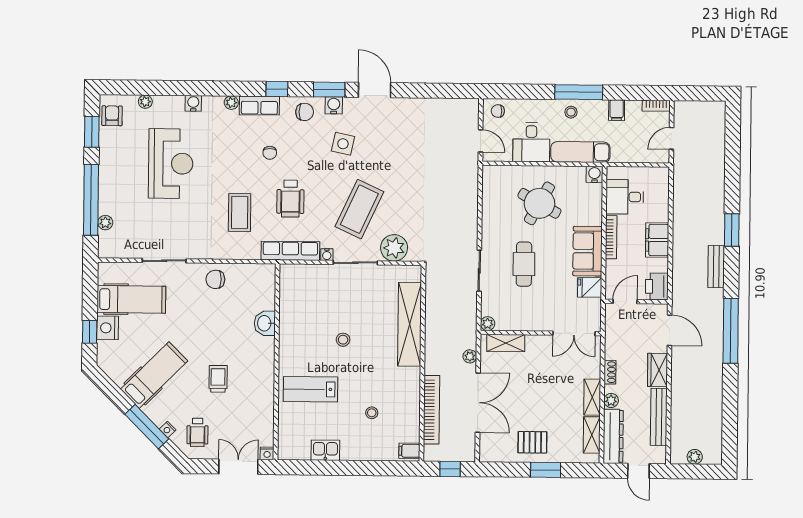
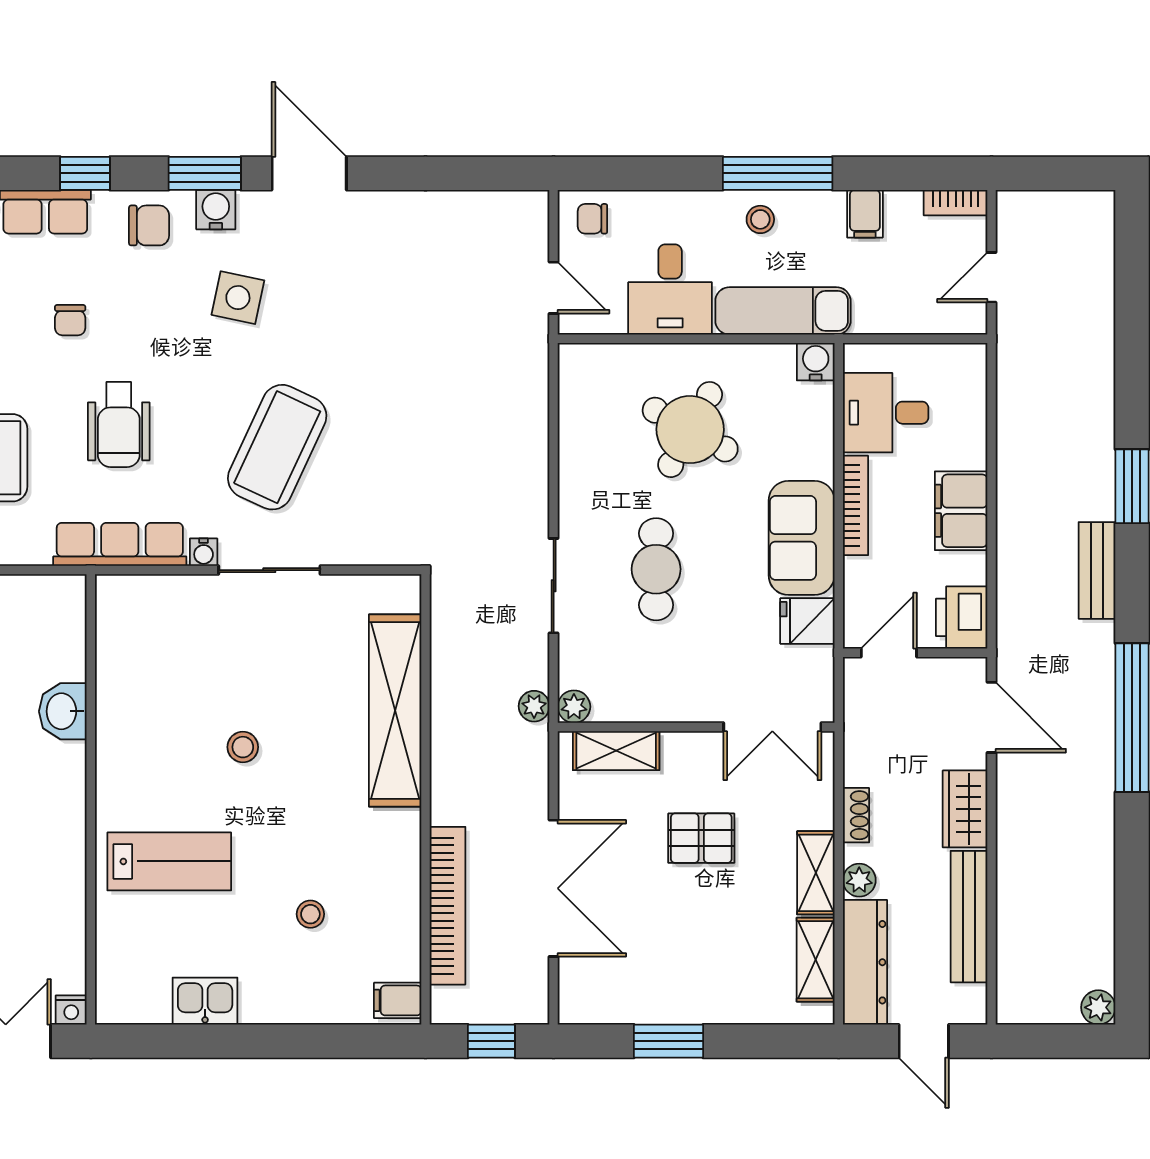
plant: (394, 248) -> (358, 535), removed
plant: (470, 356) -> (534, 706), moved
lab bench: (310, 389) -> (169, 861), turned 180
pallet: (532, 442) -> (701, 838), moved
plant: (695, 457) -> (1098, 1007), moved
window: (546, 470) -> (669, 1041), moved

